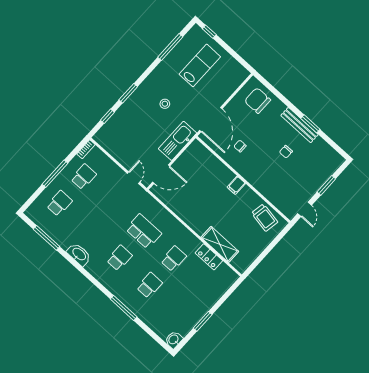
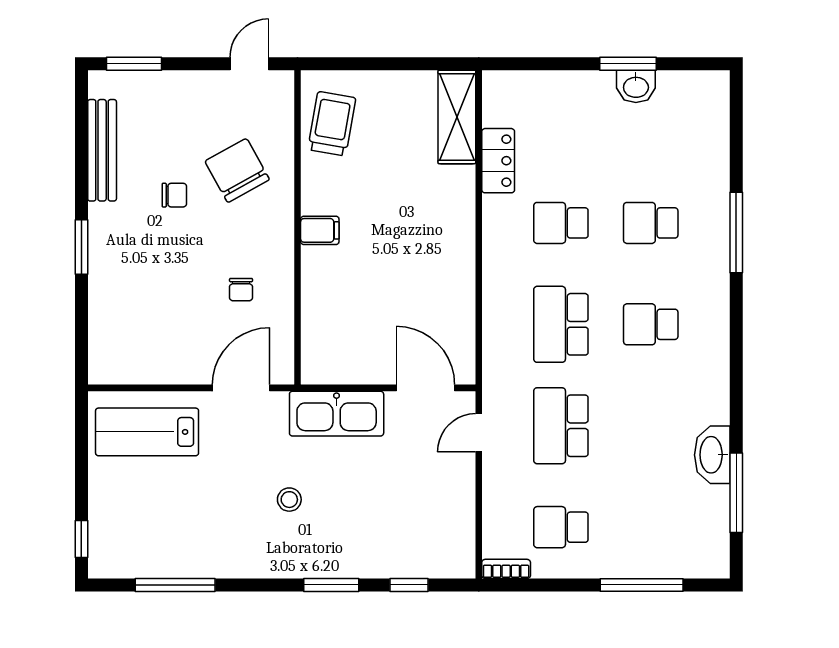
lab bench: (200, 65) -> (147, 432), moved
chair: (258, 101) -> (237, 170), moved, turned 151
door: (211, 120) -> (241, 388), width x0.73
window: (310, 124) -> (81, 247), moved
bench: (300, 125) -> (102, 150), moved
window: (55, 174) -> (642, 585), moved
window: (326, 185) -> (134, 64), moved
school desk: (59, 203) -> (561, 426), moved, width x1.85
shelving: (220, 244) -> (457, 117), moved
washbasin: (79, 254) -> (712, 455), moved
washbasin: (174, 340) -> (636, 86), moved

